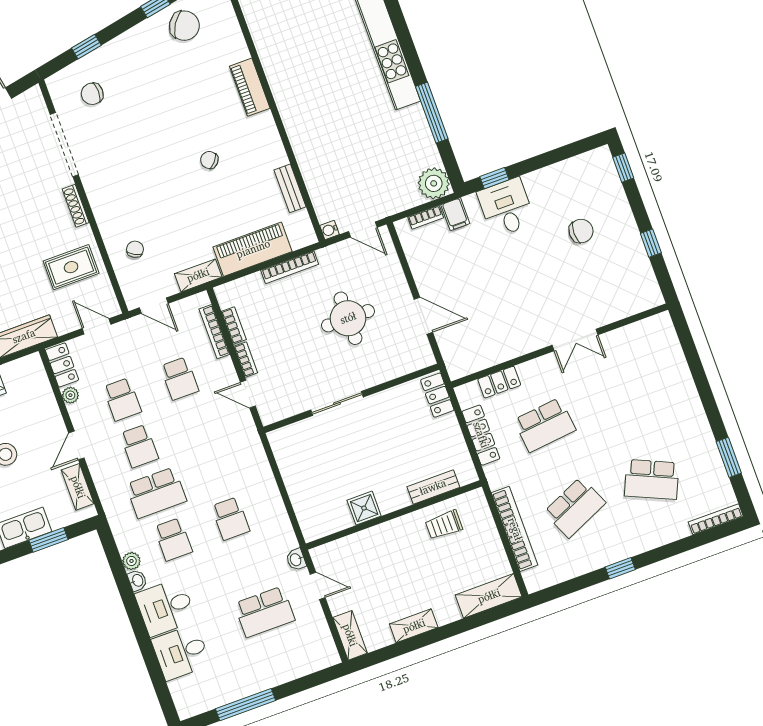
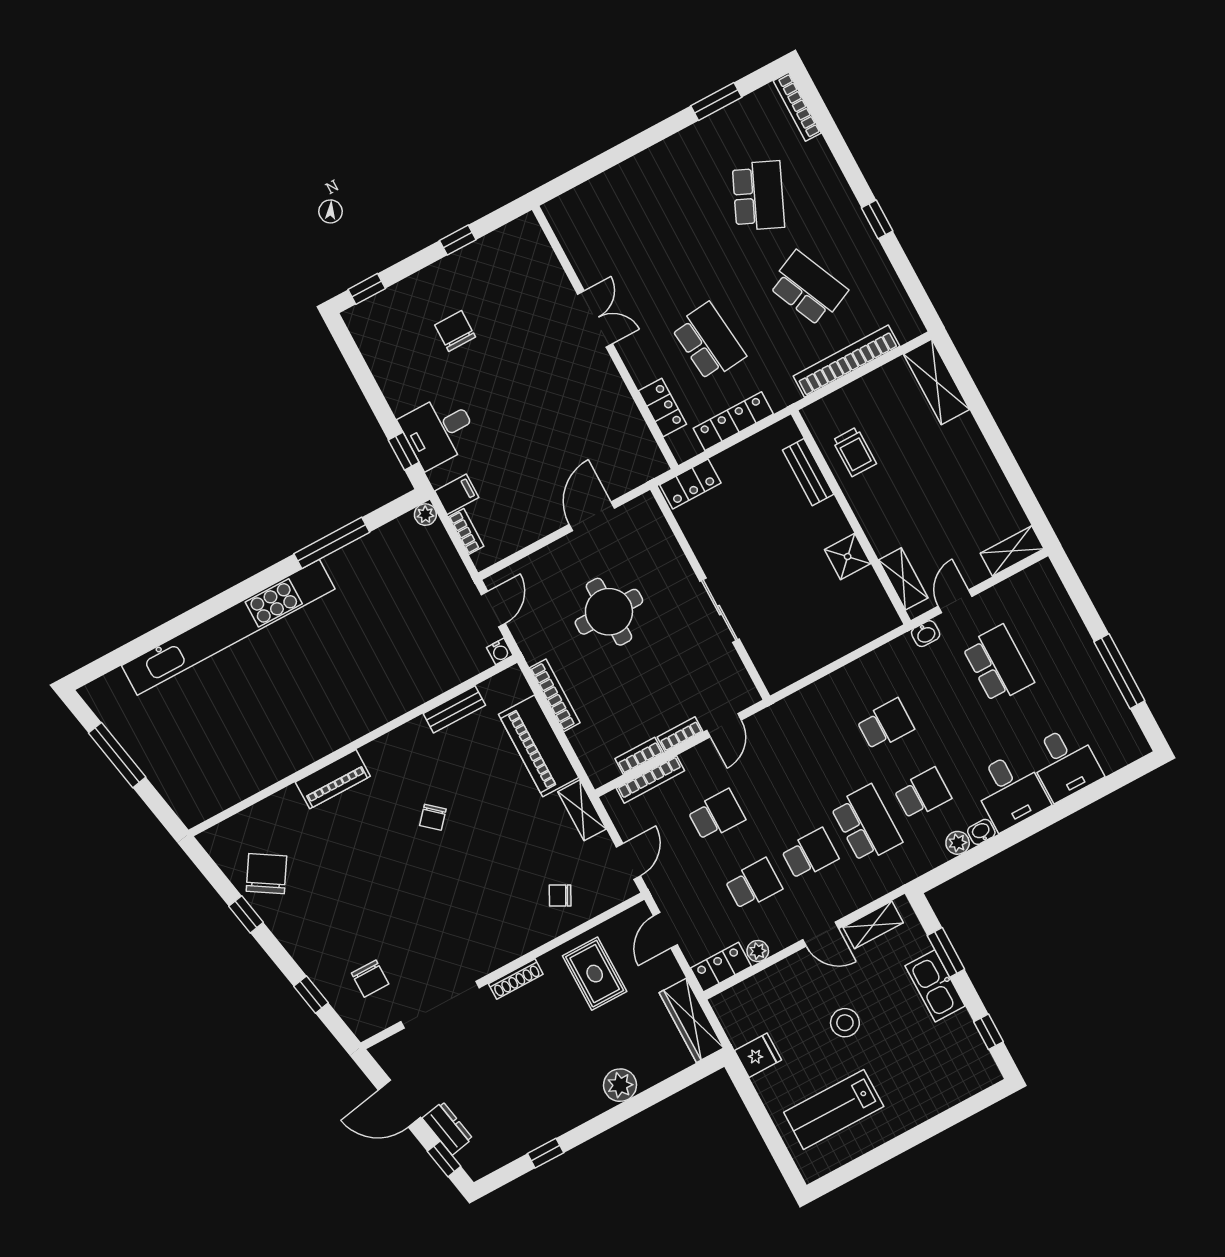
plant: (434, 183) -> (425, 515), width x0.53, depth x0.53
shelving: (414, 626) -> (903, 579), moved

